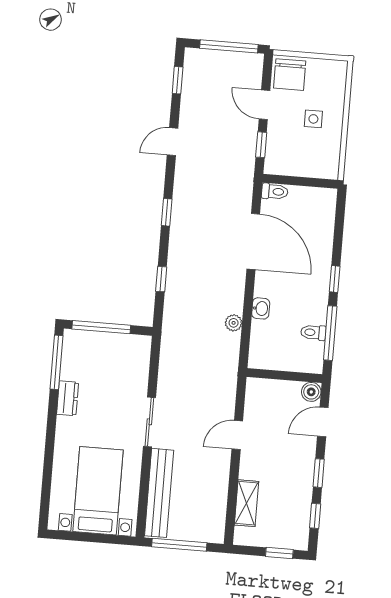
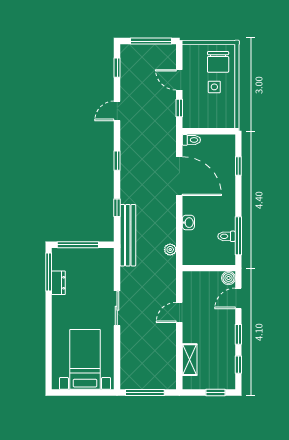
chair: (290, 75) -> (218, 62), moved
window: (335, 279) -> (238, 166), moved
plant: (234, 323) -> (170, 250), moved
dresser: (68, 398) -> (58, 283), moved
bench: (159, 493) -> (128, 235), moved

